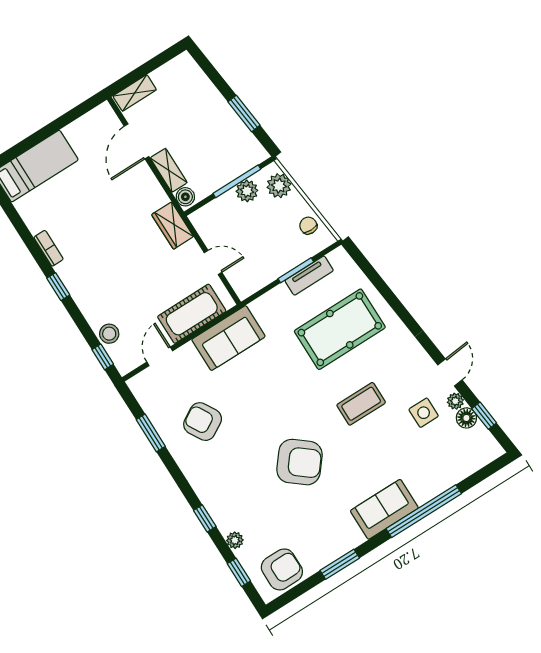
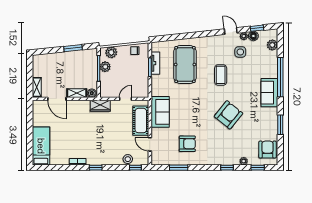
armchair: (203, 422) -> (187, 144), turned -150
plant: (472, 461) -> (272, 45), added

